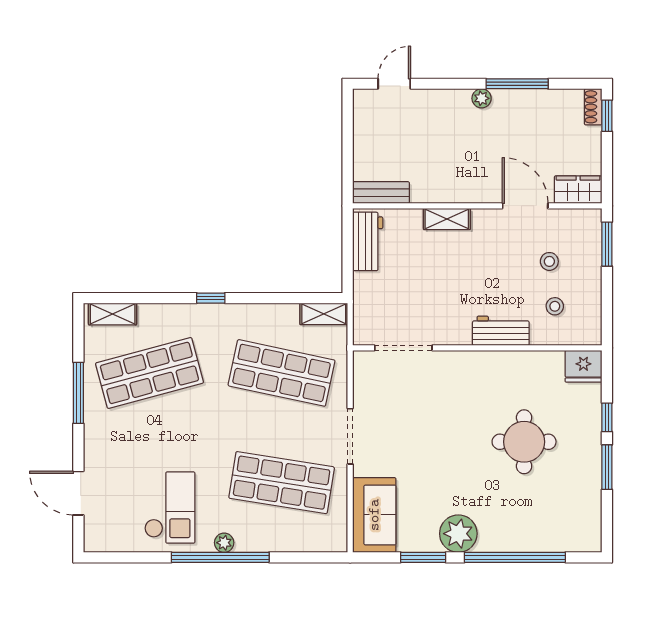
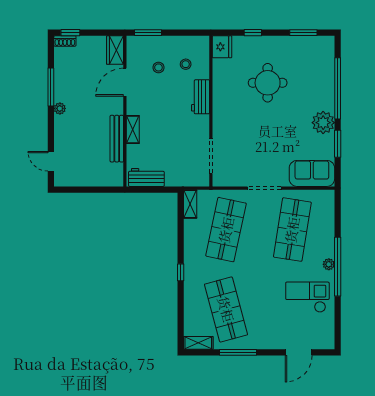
bench: (381, 193) -> (117, 139), moved, width x1.36
shelving: (113, 314) -> (198, 343), moved, turned 90
window: (607, 467) -> (303, 33), moved

